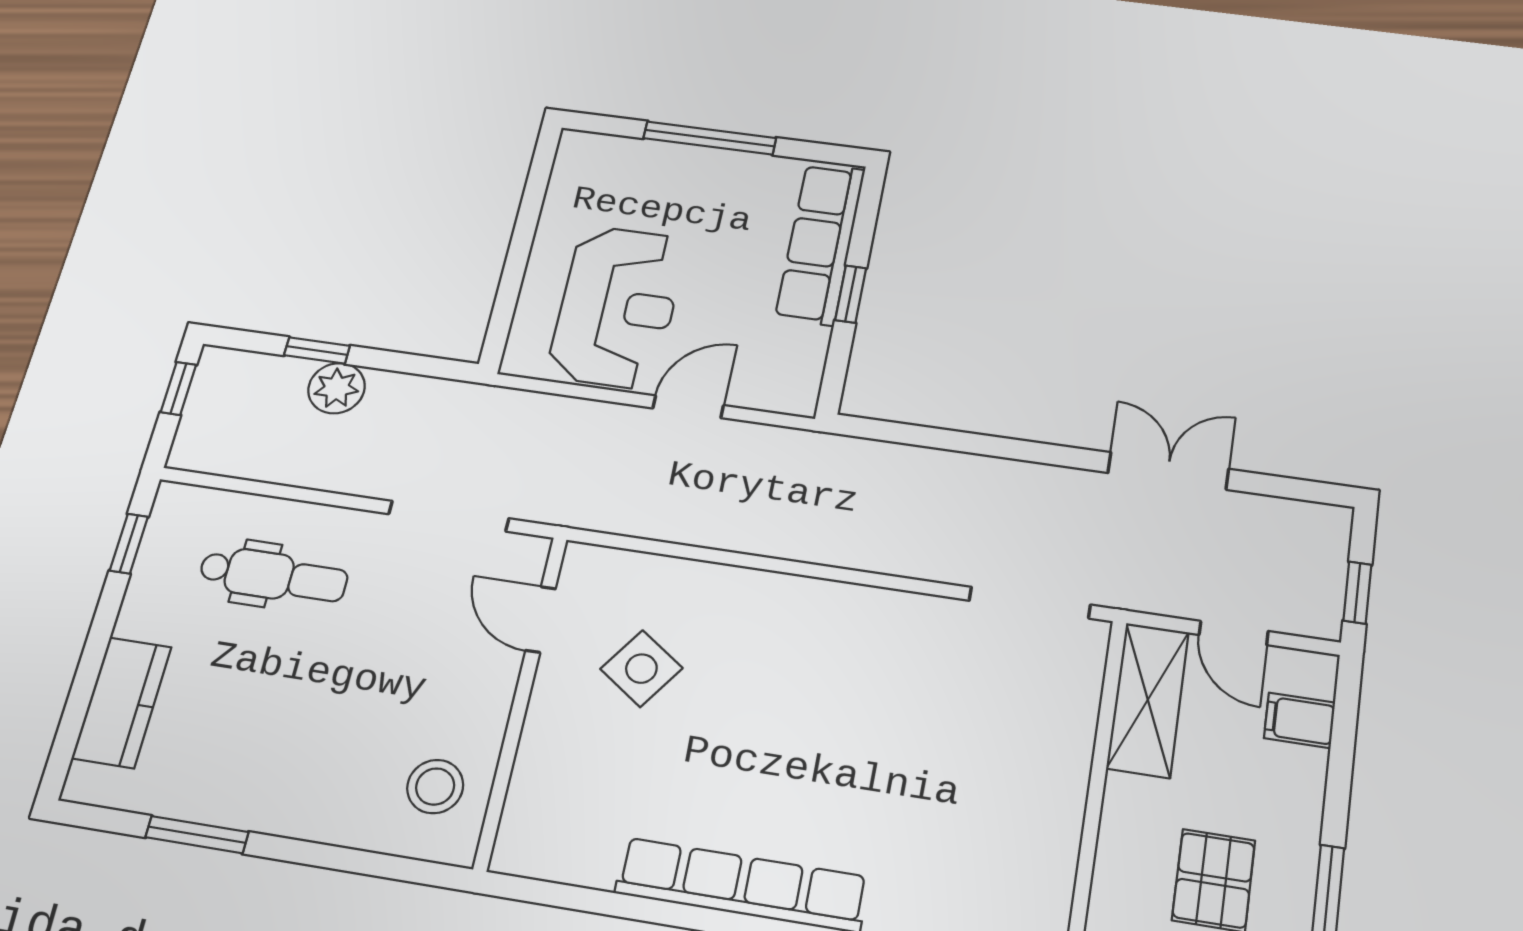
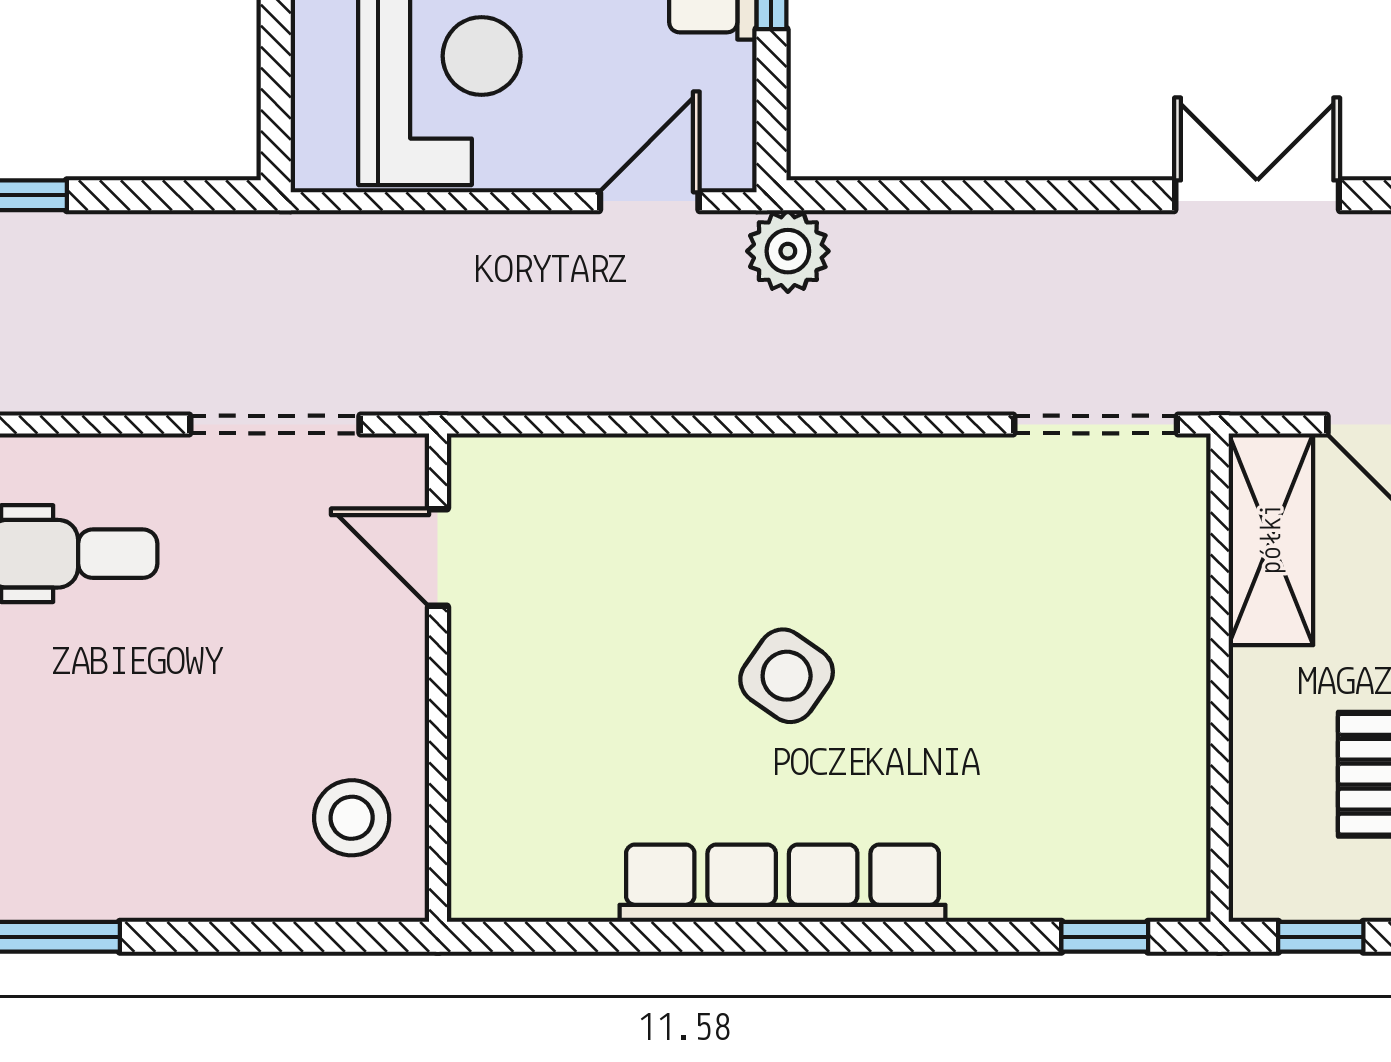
plant: (336, 388) -> (788, 251), moved
door: (688, 407) -> (649, 201), moved
side table: (641, 669) -> (787, 676), moved

